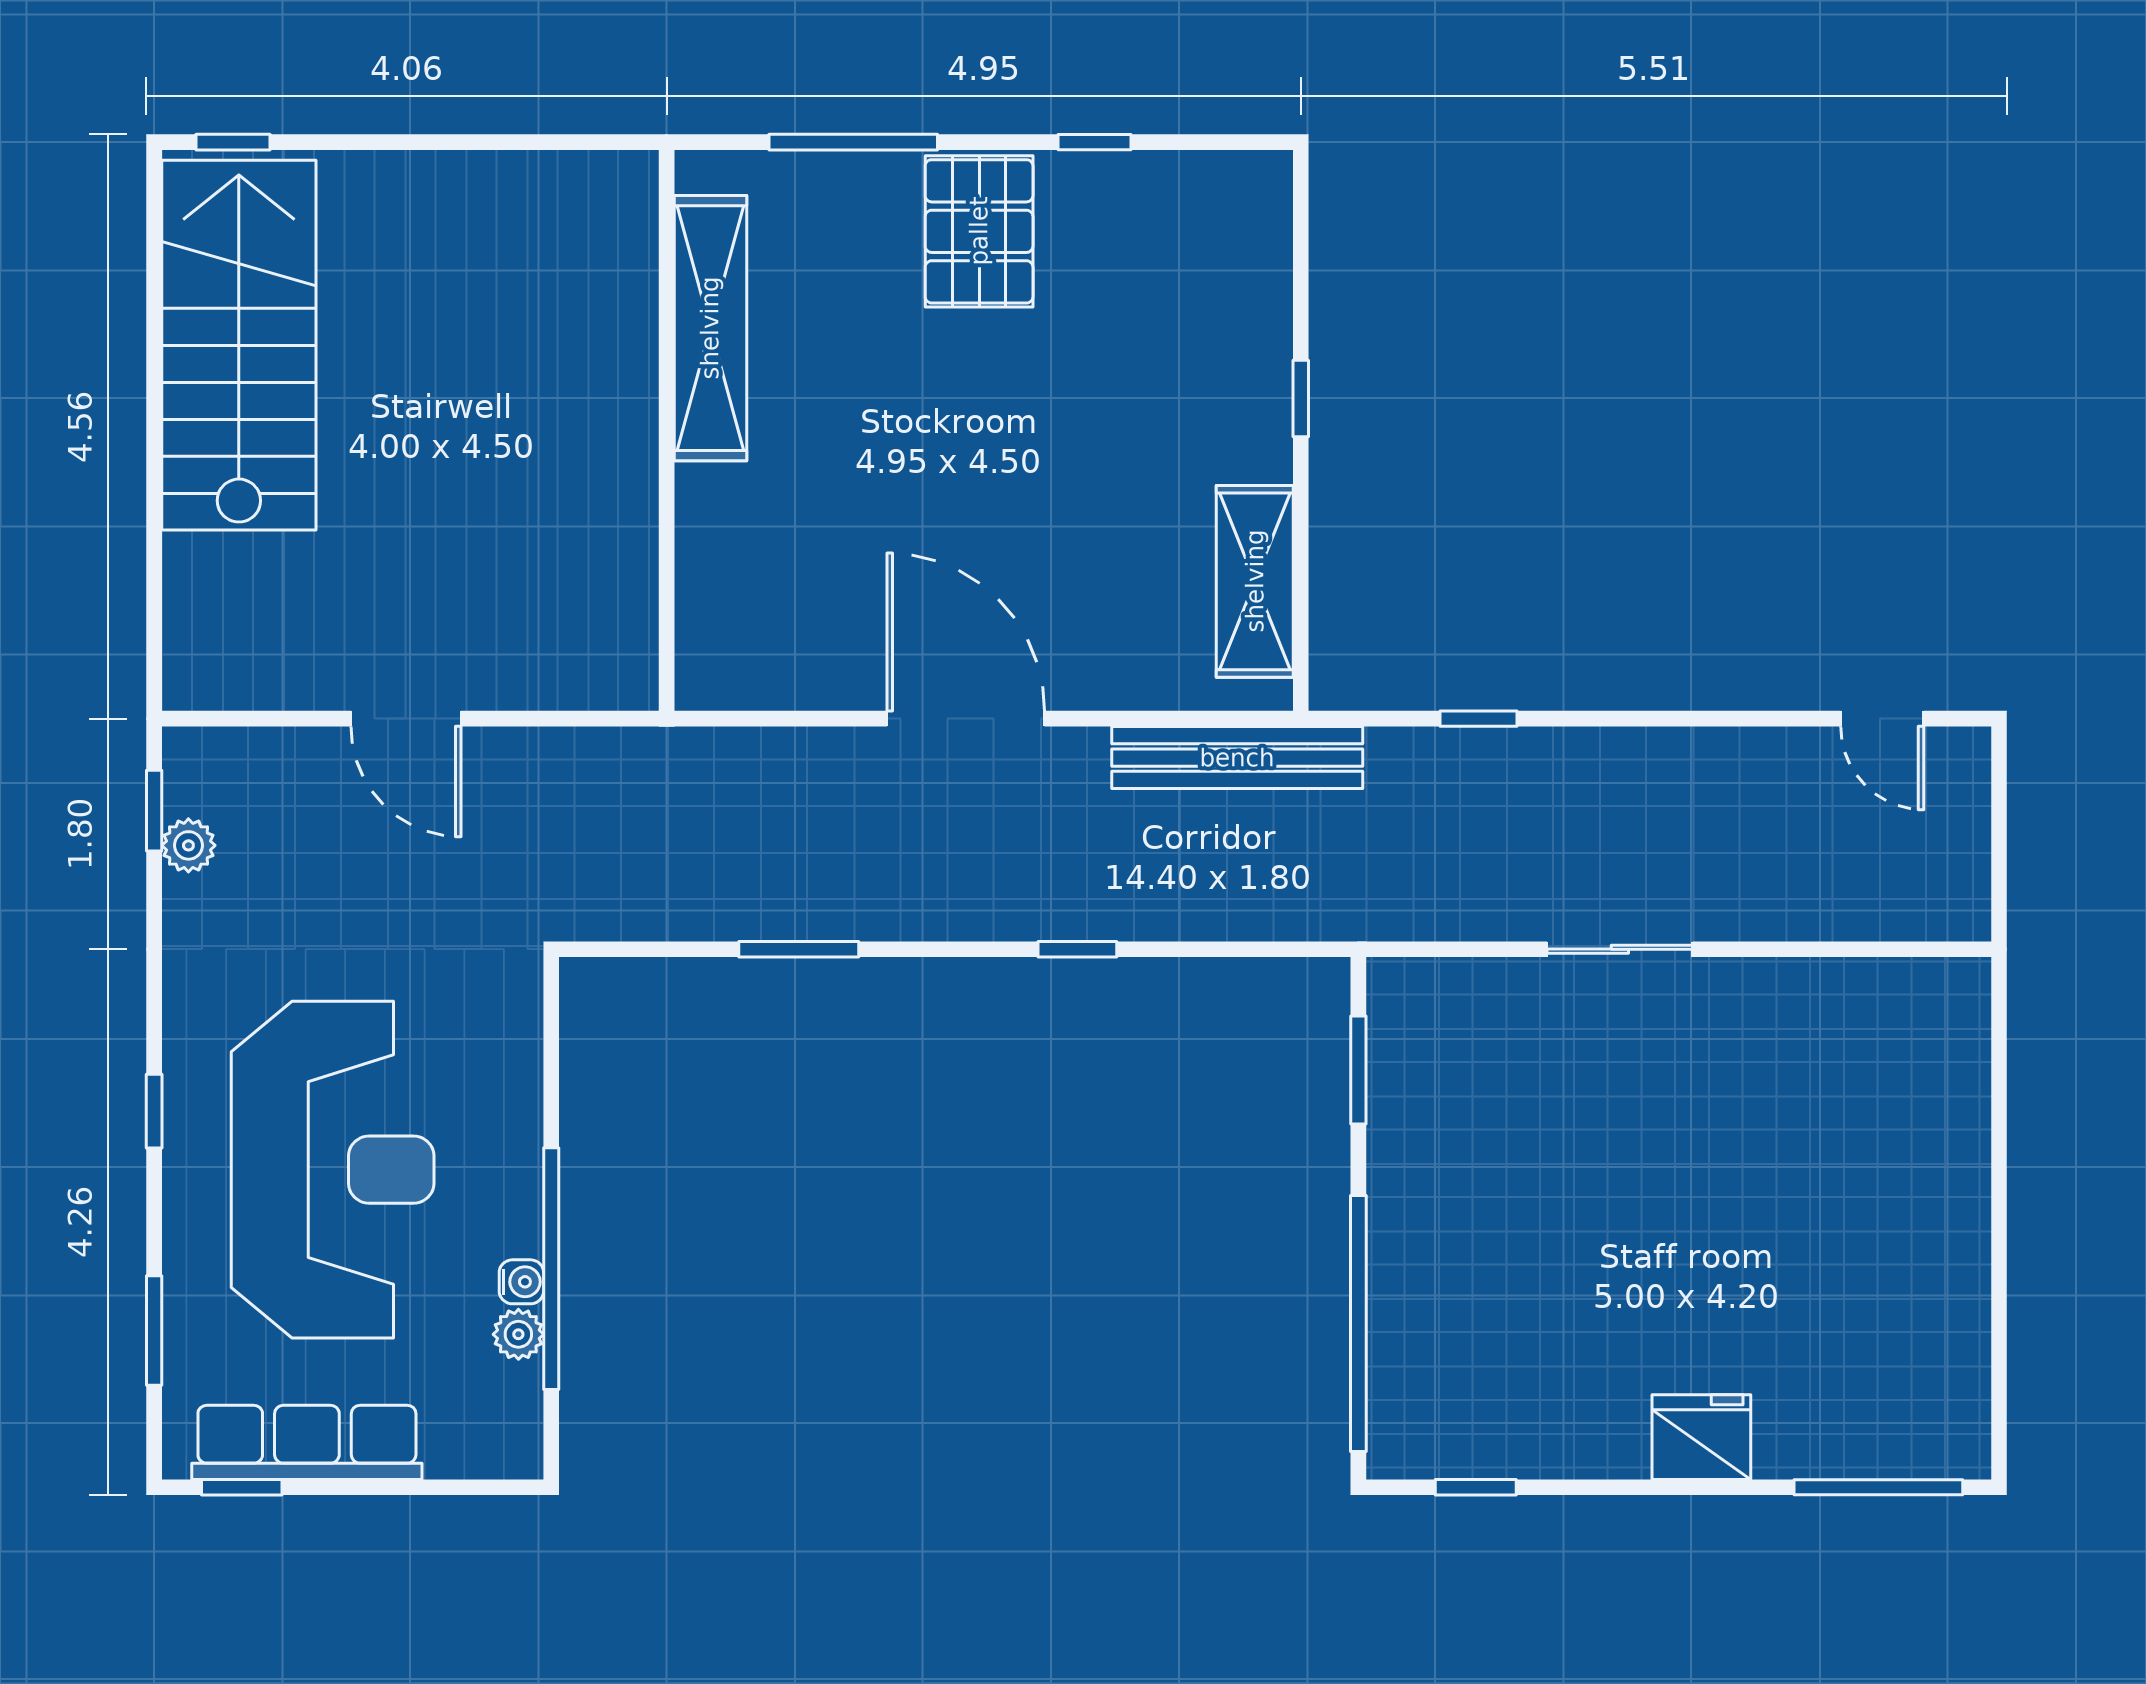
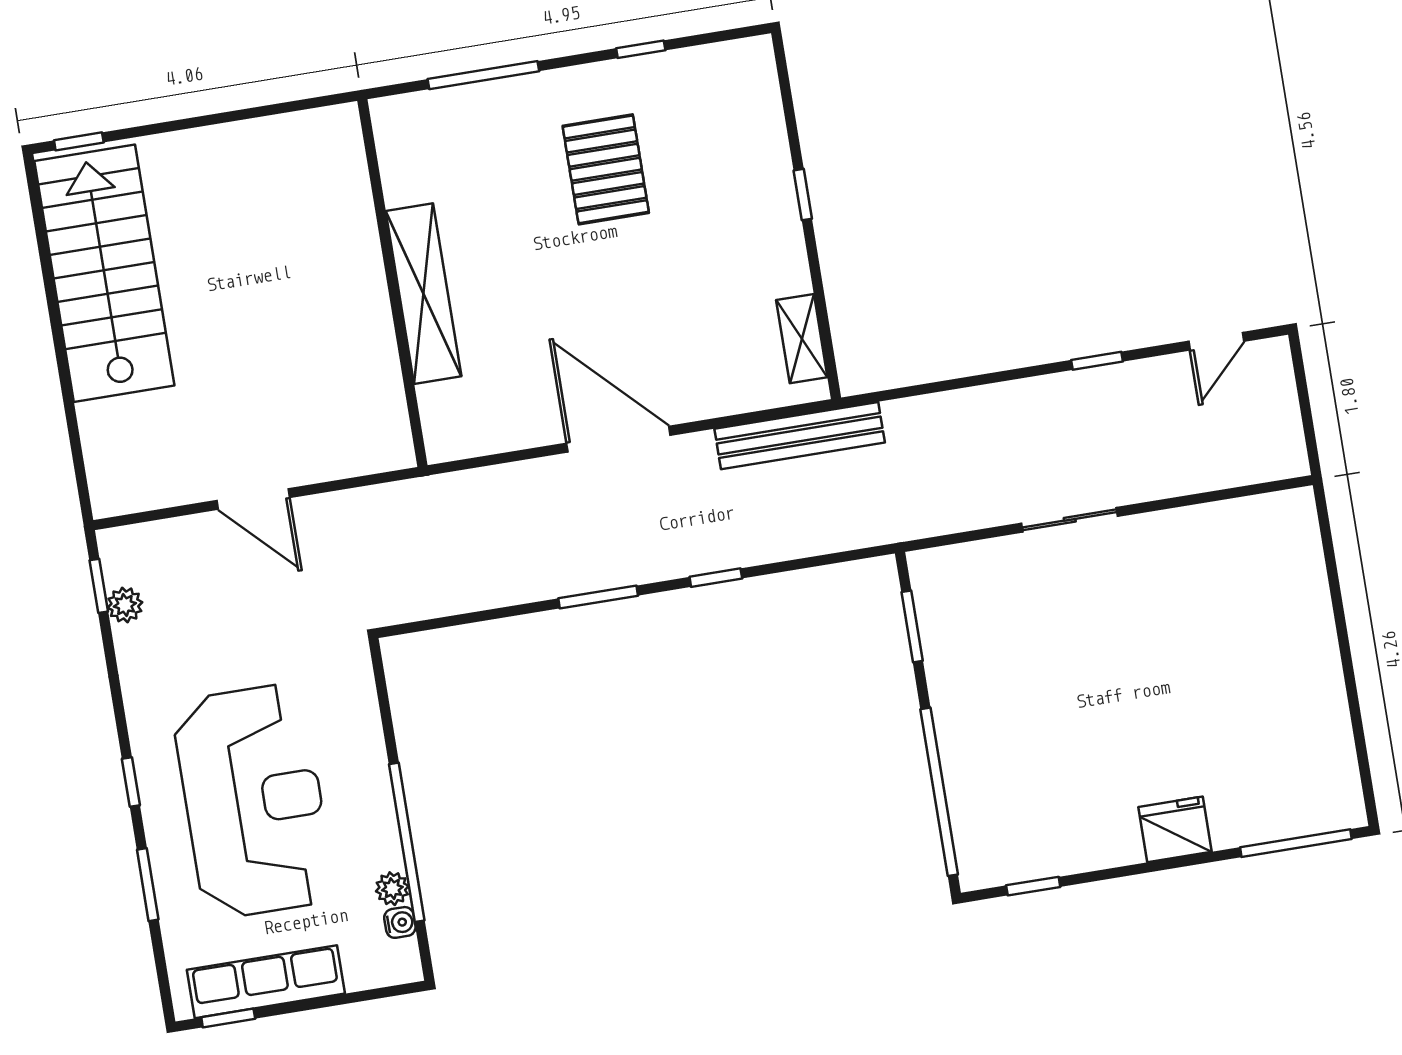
pallet: (979, 231) -> (606, 169), moved
shelving: (710, 328) -> (424, 294), moved
shelving: (1255, 581) -> (802, 339), width x0.67, depth x0.75
window: (1479, 719) -> (1097, 361), moved
door: (1882, 719) -> (1216, 341), hinge flipped
window: (799, 949) -> (598, 597), moved
water cooler: (521, 1282) -> (400, 922), moved
window: (154, 1331) -> (148, 885), moved

